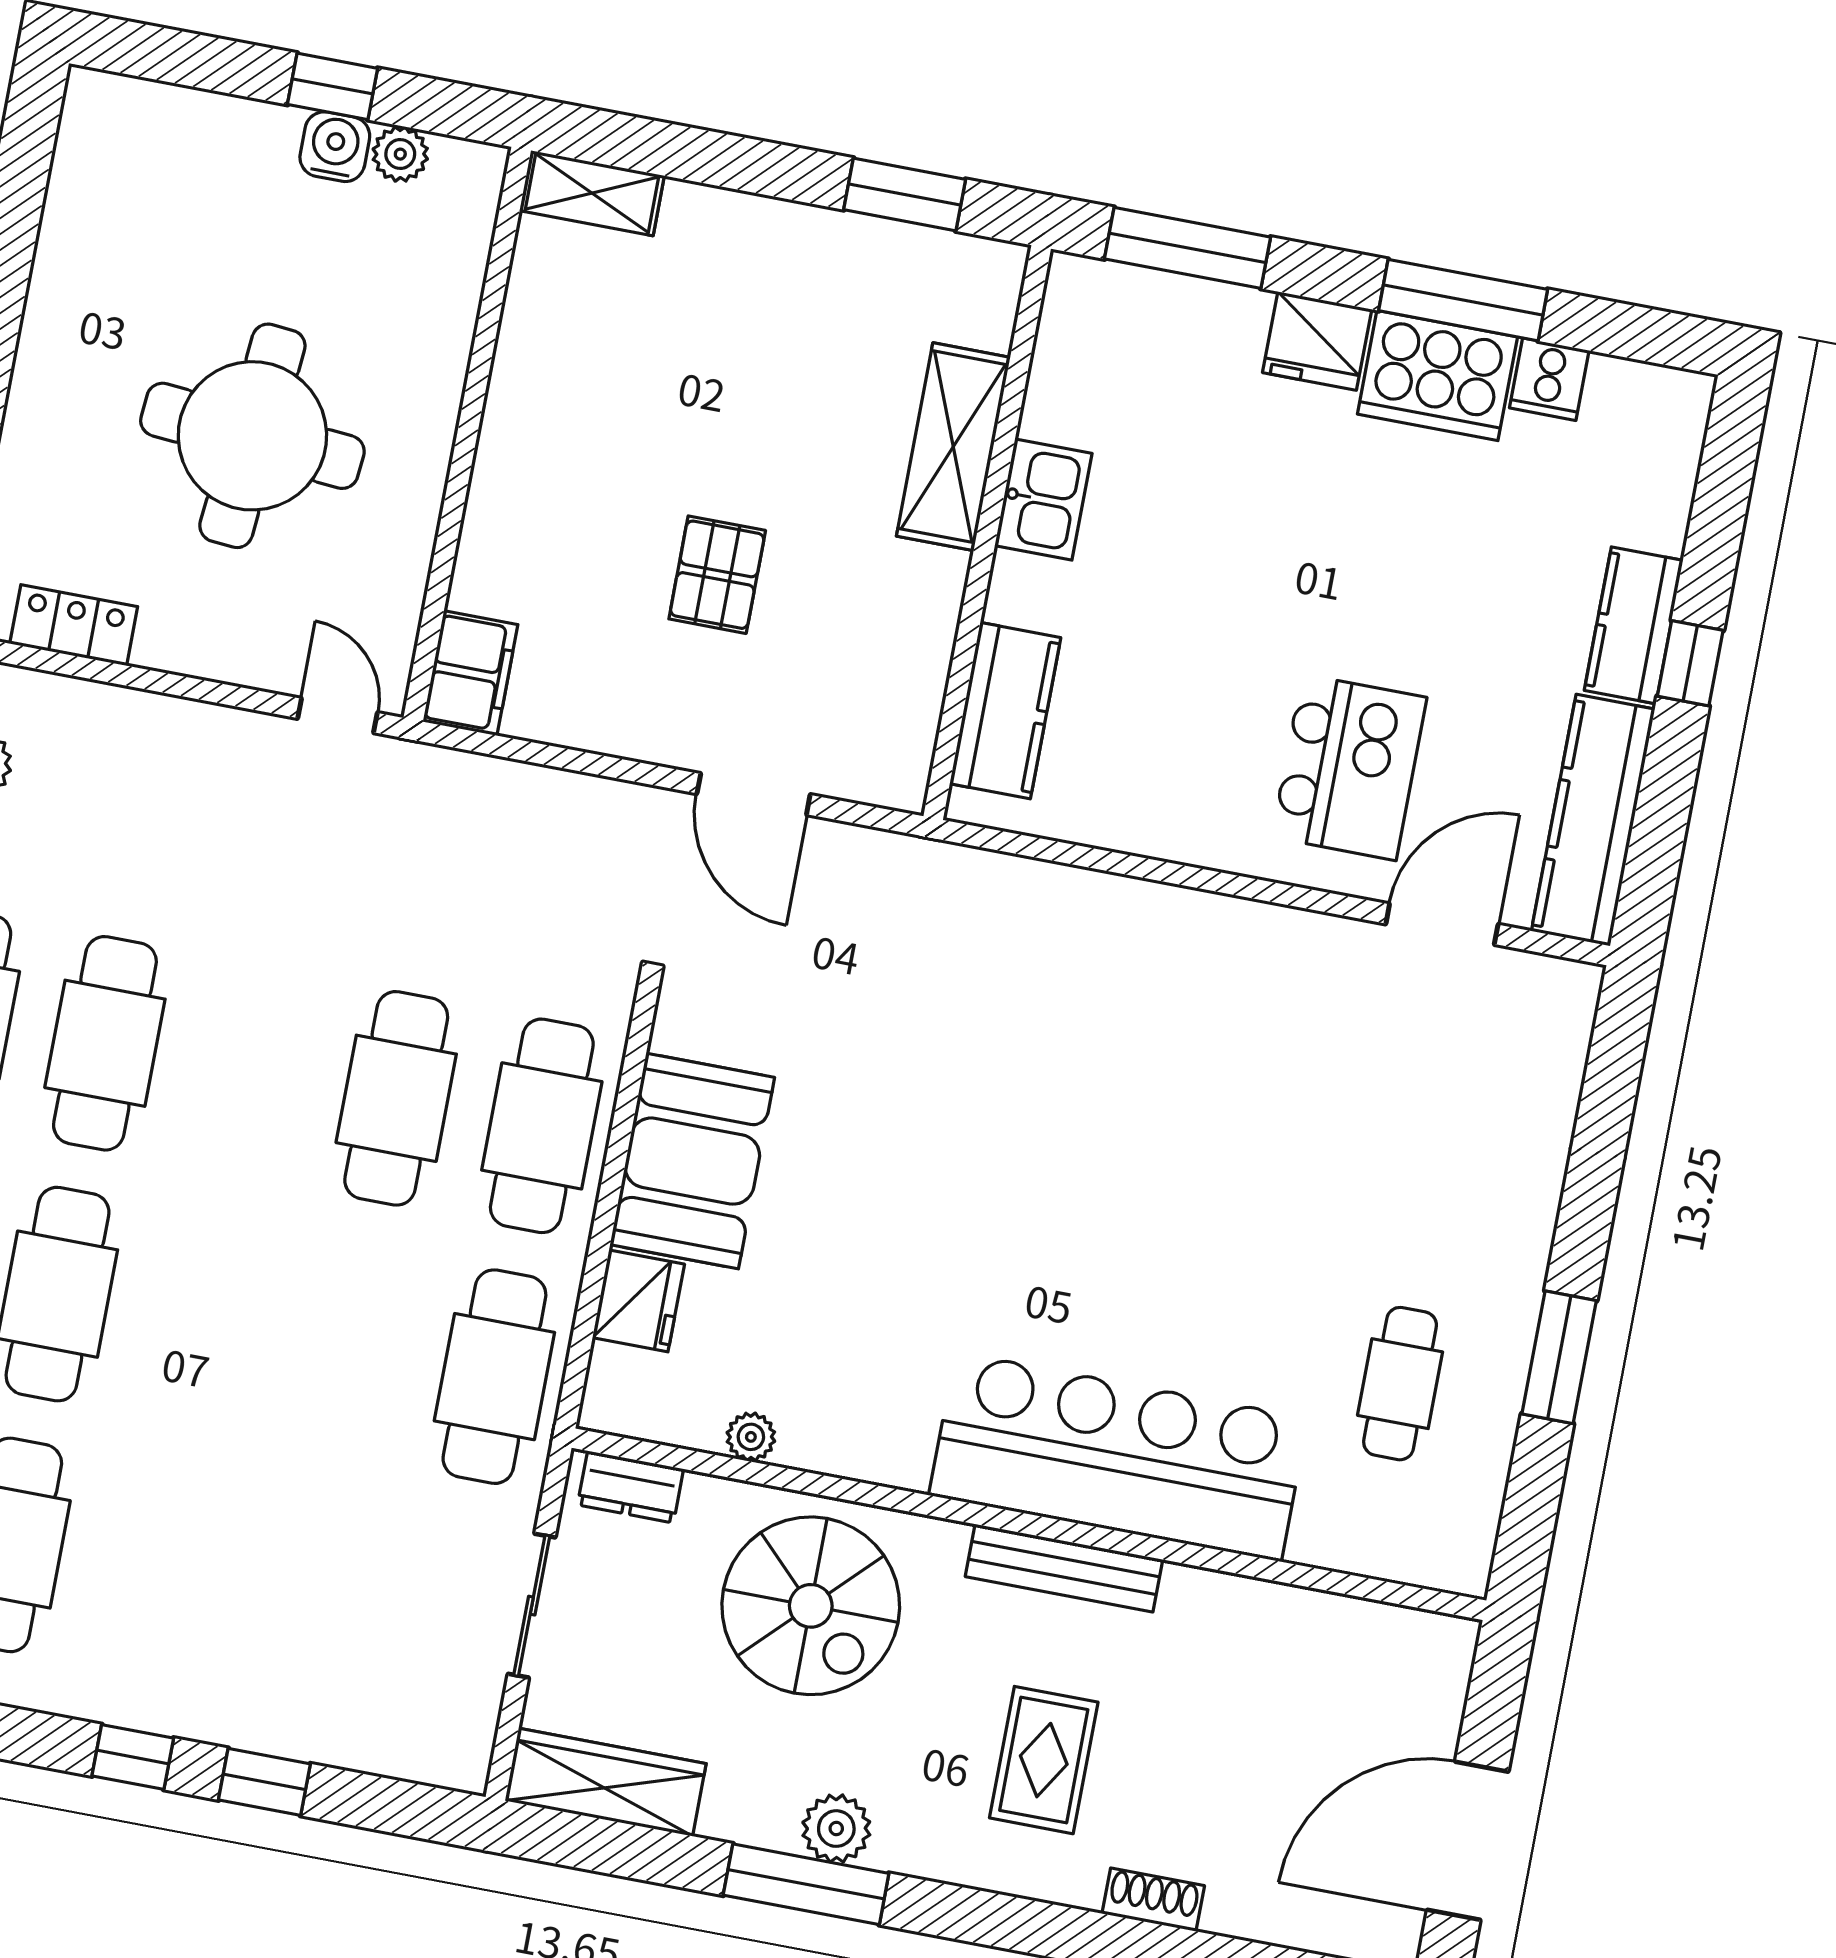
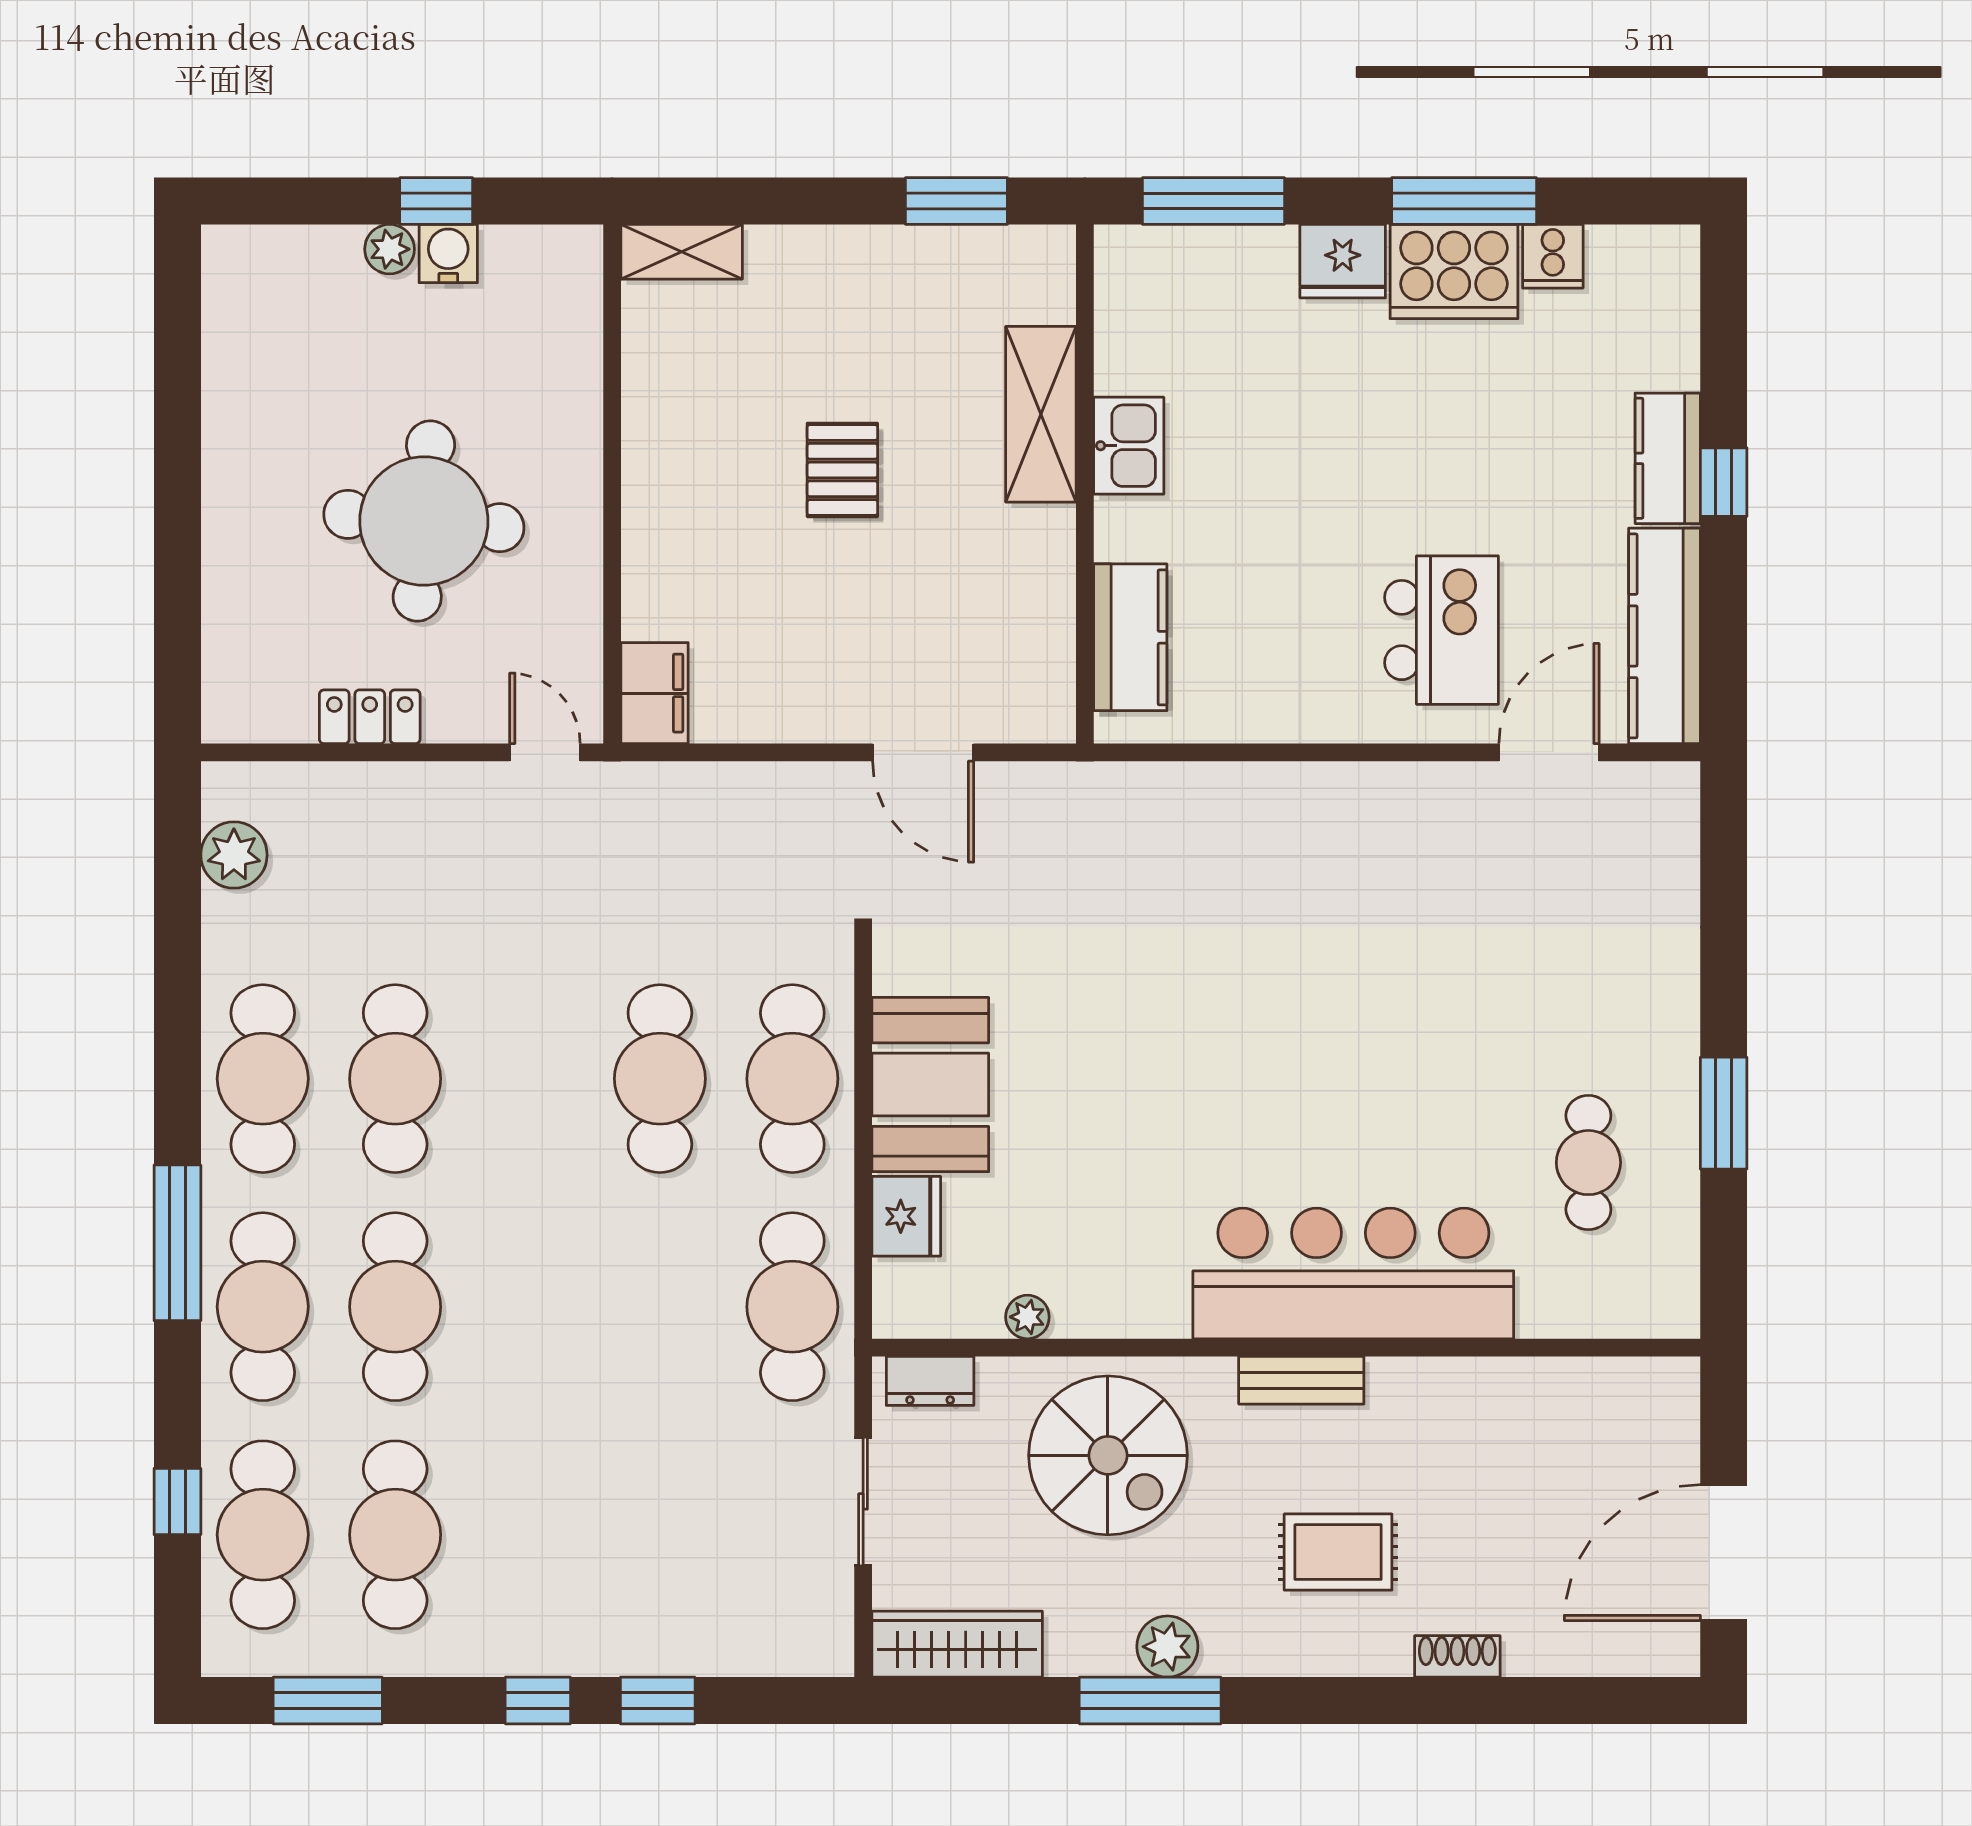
plant: (400, 154) -> (390, 249), moved
pallet: (717, 575) -> (842, 470), moved
locker: (74, 625) -> (370, 717), moved
bench: (1064, 1568) -> (1301, 1380), width x0.73
rug: (1044, 1760) -> (1338, 1552), turned 90

